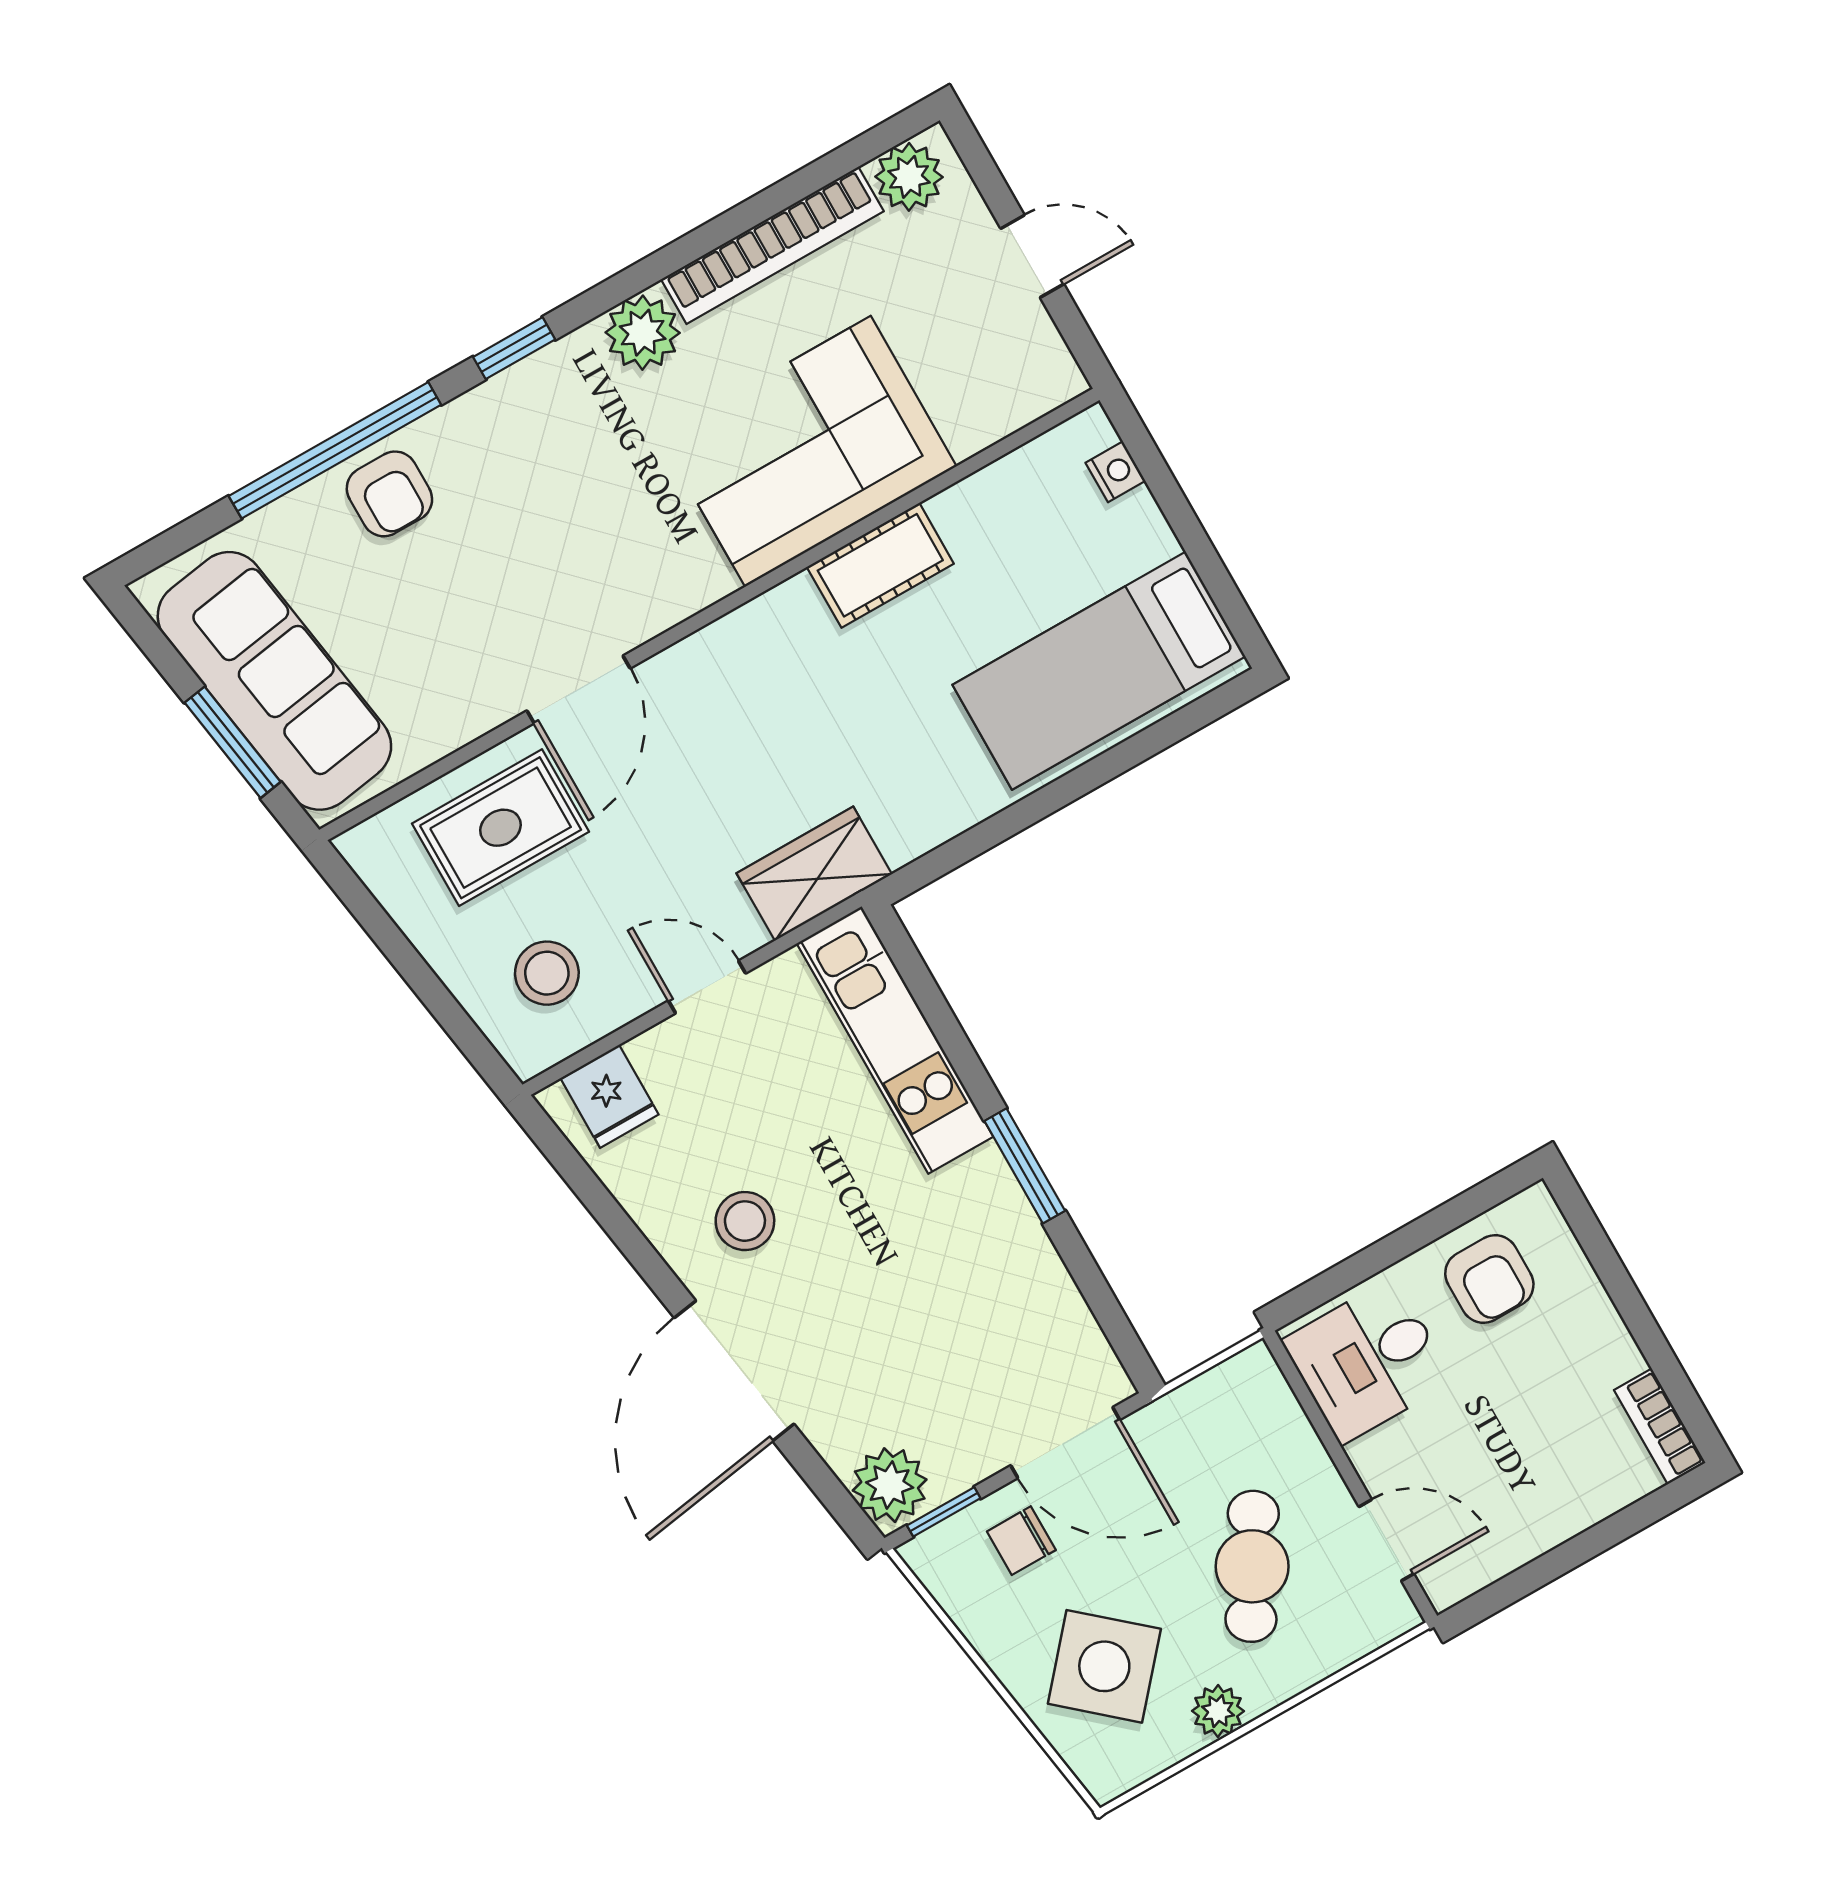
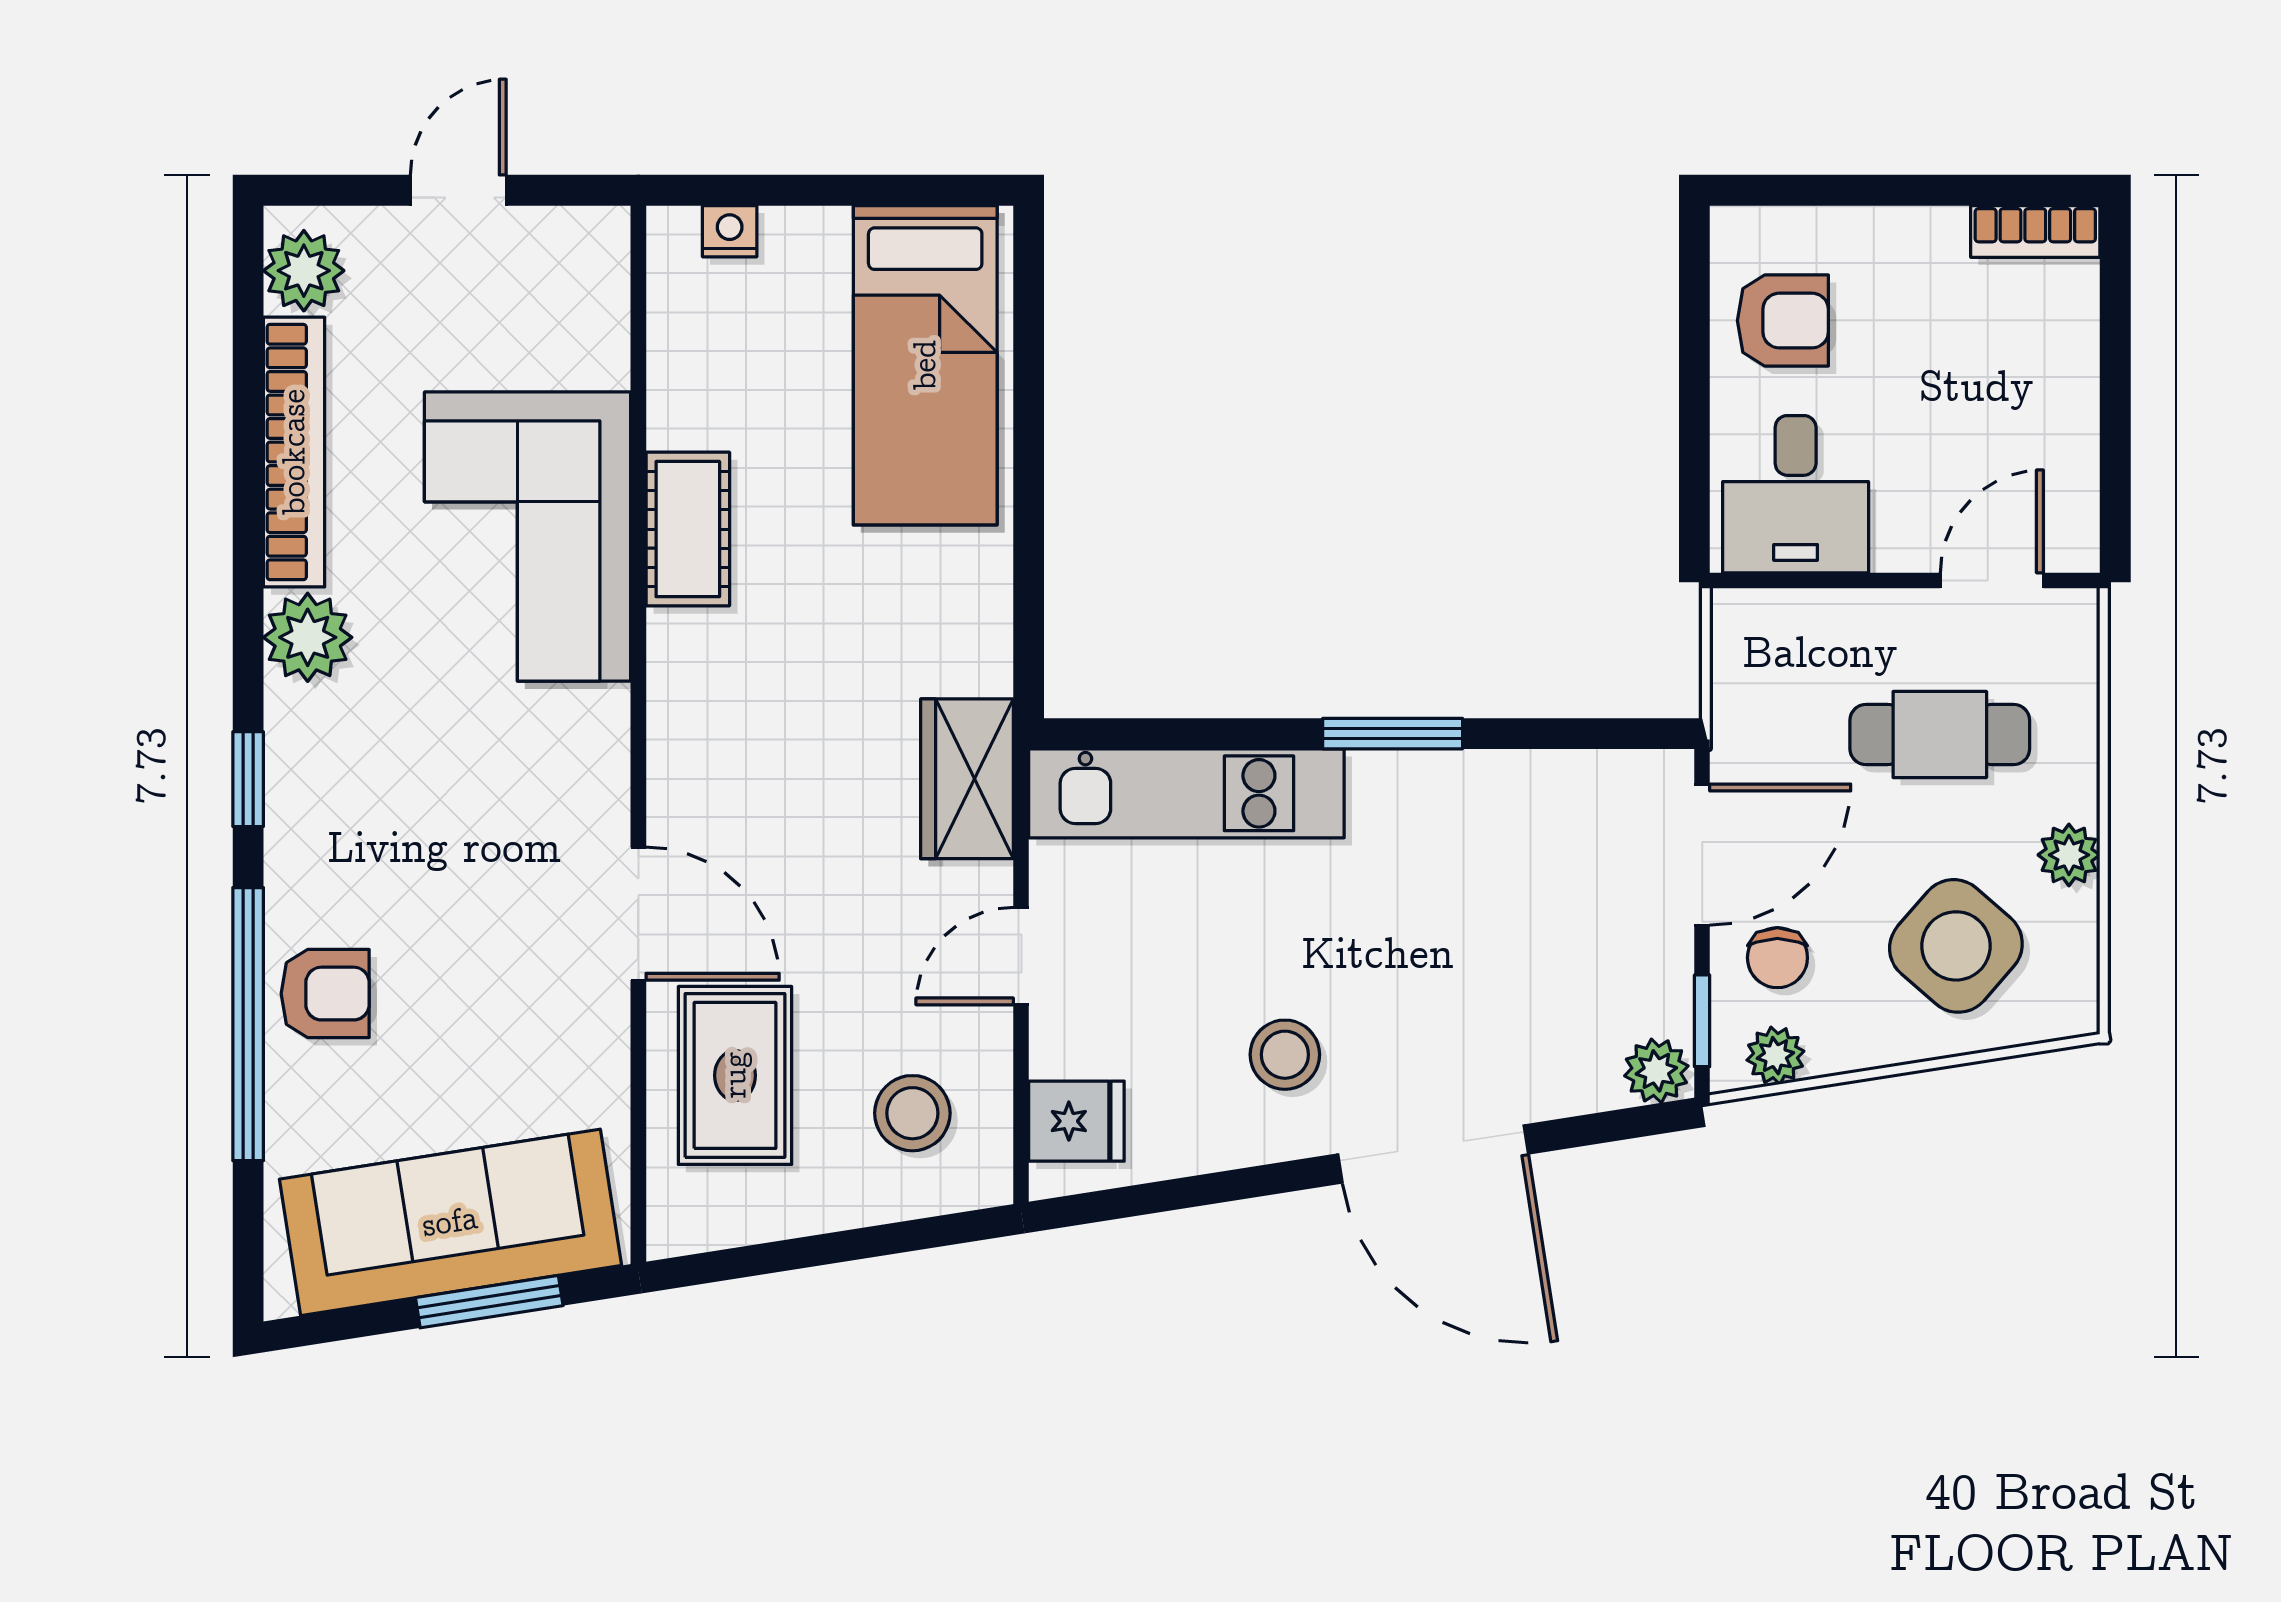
plant: (890, 1485) -> (1656, 1071), width x0.73, depth x0.73
cafe table: (1252, 1566) -> (1940, 735), turned -31
plant: (949, 1580) -> (1775, 1056), added

